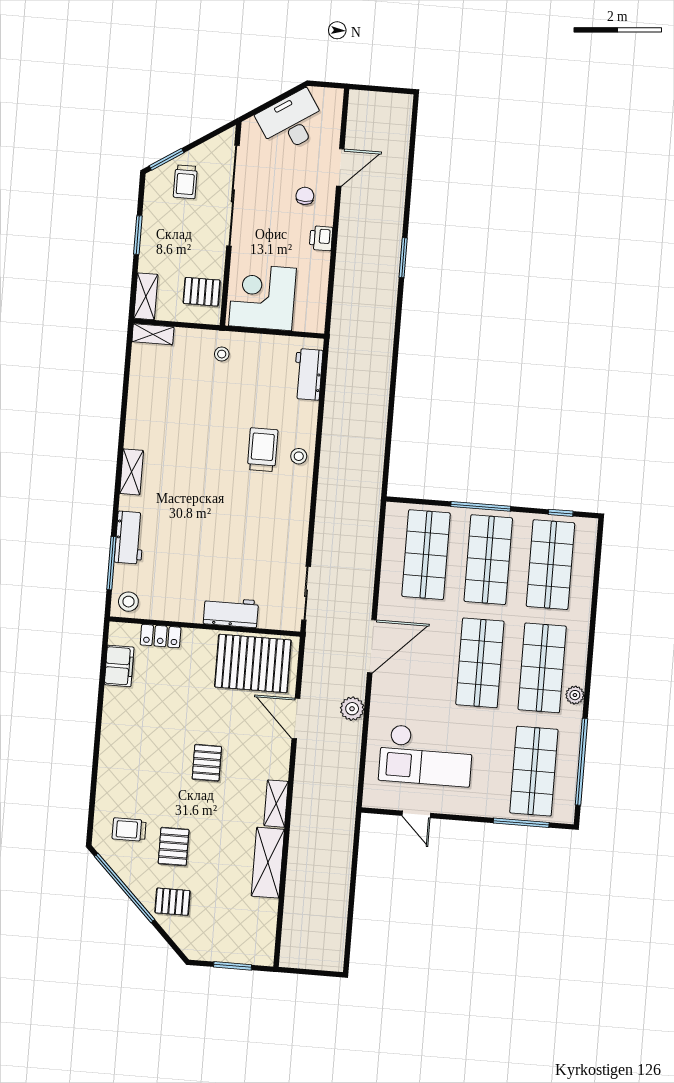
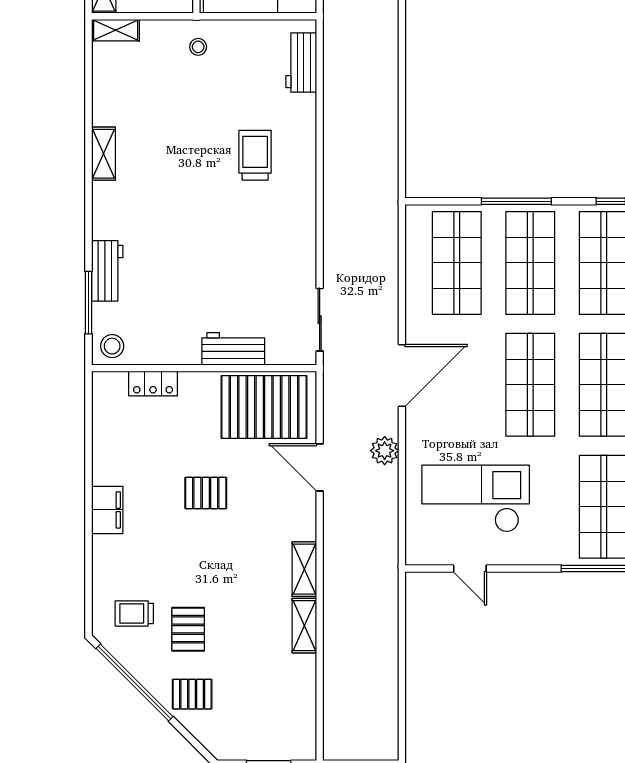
stool: (299, 456) -> (298, 159), removed
shelving: (132, 472) -> (104, 154), moved
filing cabinet: (119, 666) -> (107, 510), moved
checkout: (426, 755) -> (476, 499), turned 180
pallet: (207, 763) -> (206, 493), moved, turned 90
shelving: (268, 863) -> (304, 626), width x0.67, depth x0.75

